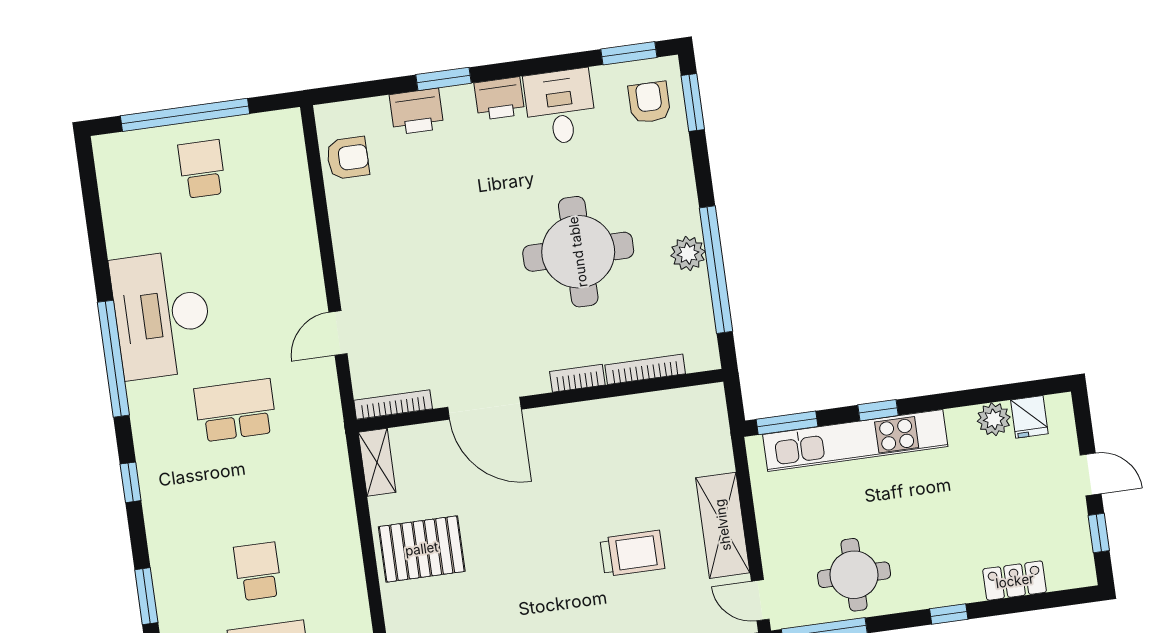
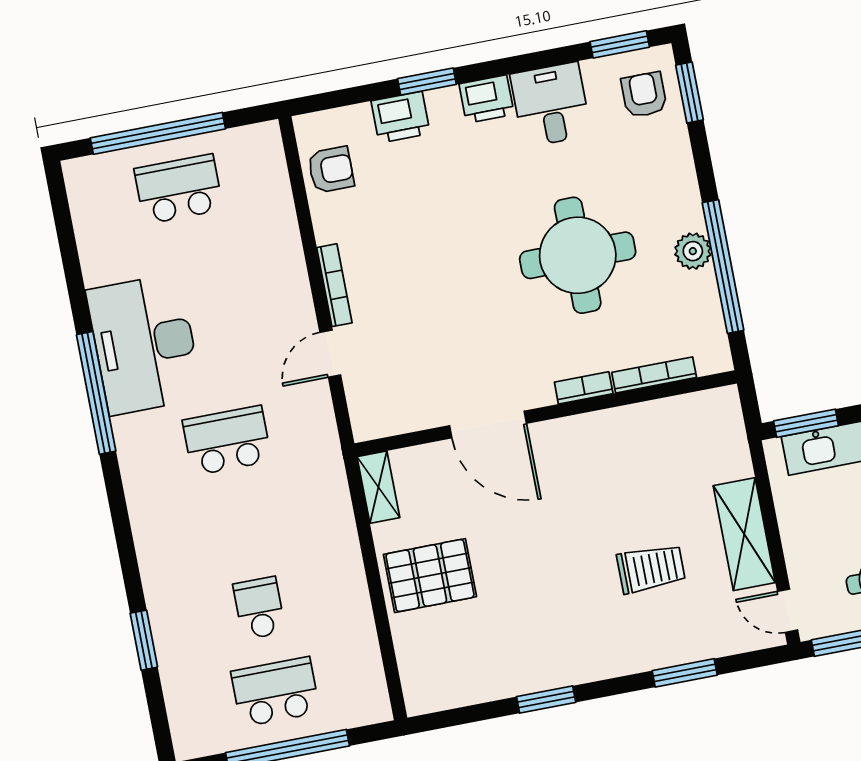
school desk: (202, 169) -> (179, 189), width x1.85
bookcase: (393, 404) -> (334, 285), moved, turned 90
window: (131, 482) -> (121, 522), removed

